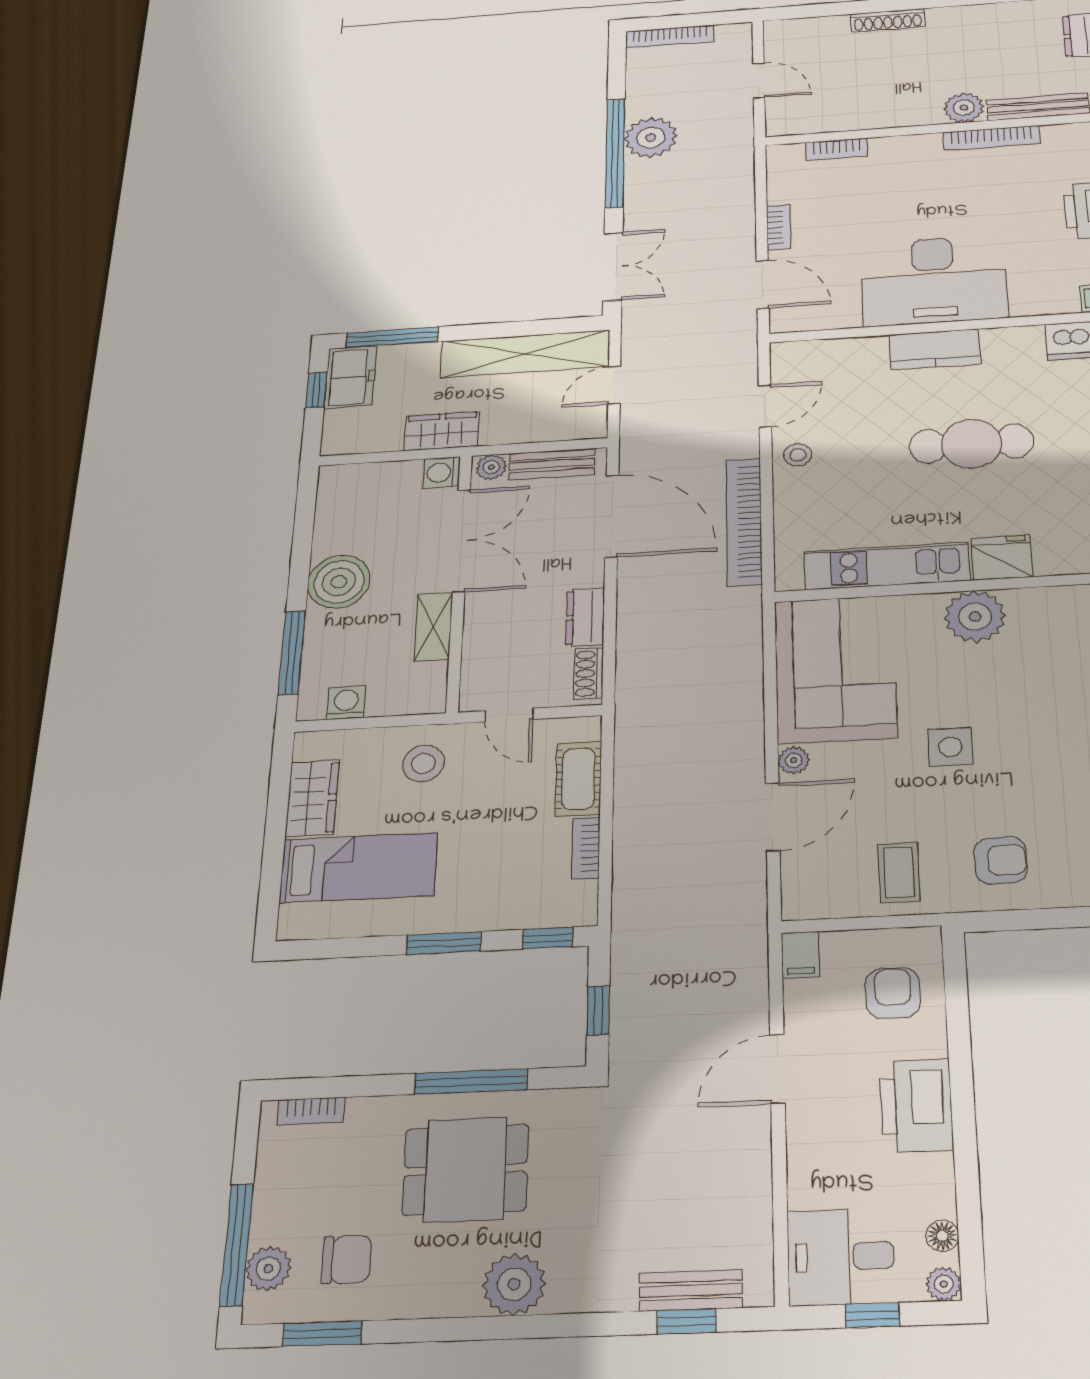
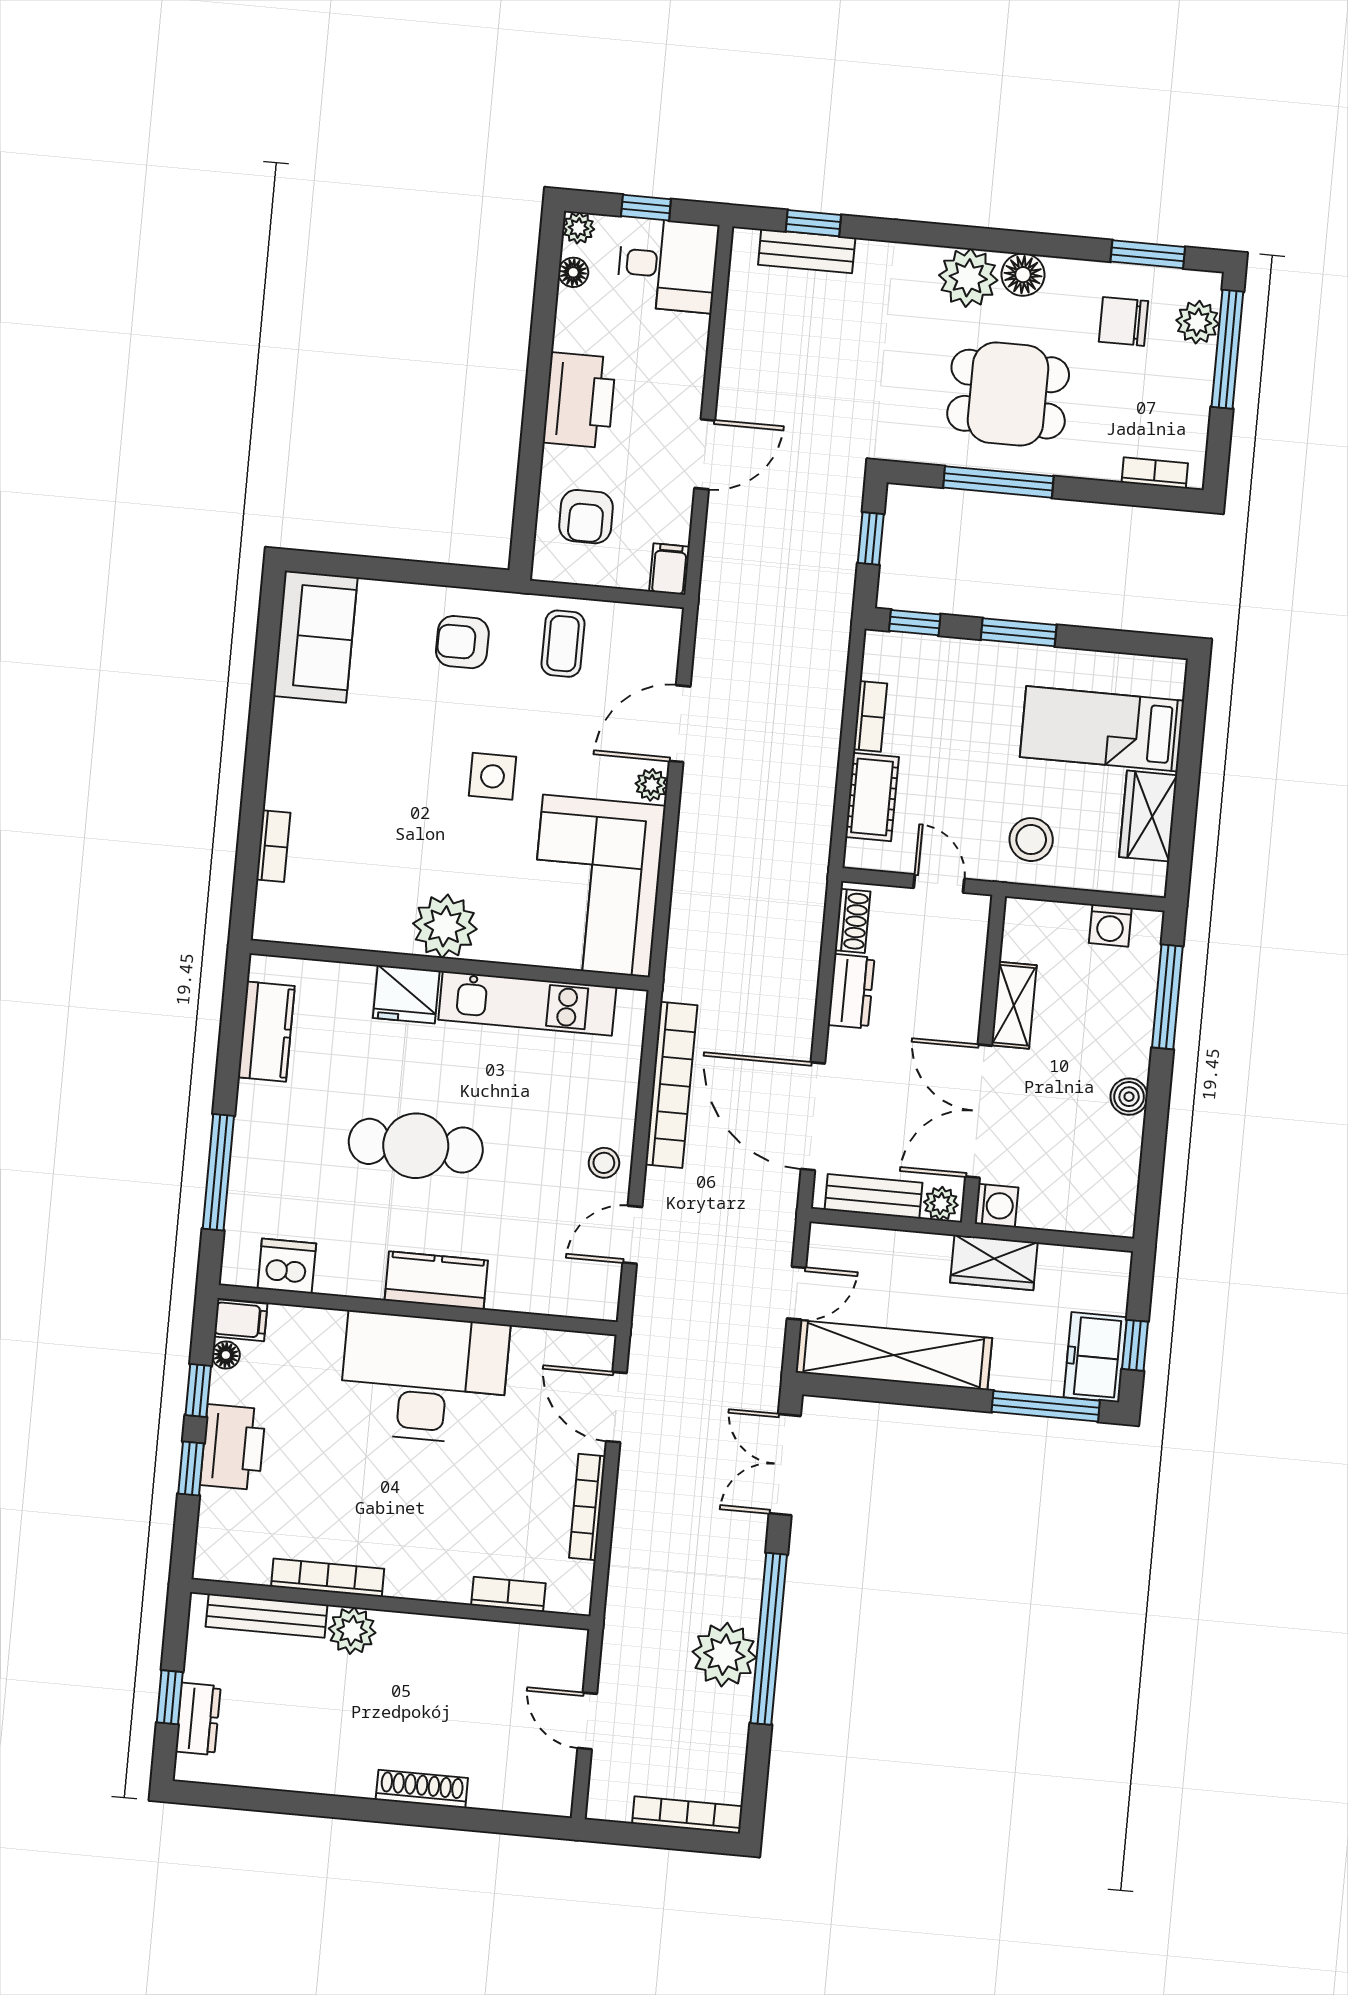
bookcase: (779, 227) -> (587, 1507), width x1.56
boiler: (339, 582) -> (1129, 1097), width x0.54, depth x0.54
floor lamp: (456, 1295) -> (1023, 275), added

